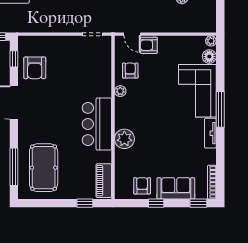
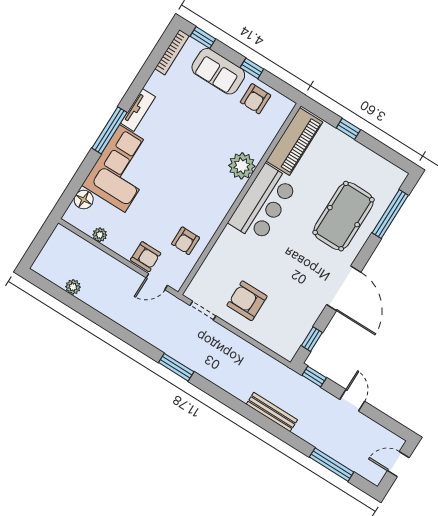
door: (132, 34) -> (157, 282), swing flipped
plant: (211, 41) -> (100, 235), moved
armchair: (35, 68) -> (247, 301), moved, turned -90
plant: (120, 91) -> (212, 224), removed
pool table: (44, 168) -> (344, 216), moved
piano: (104, 181) -> (294, 142), width x1.37, depth x1.33
window: (85, 203) -> (348, 129), moved

